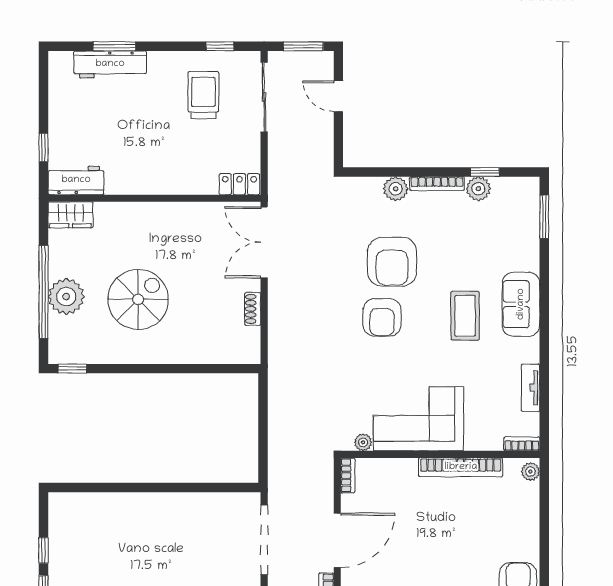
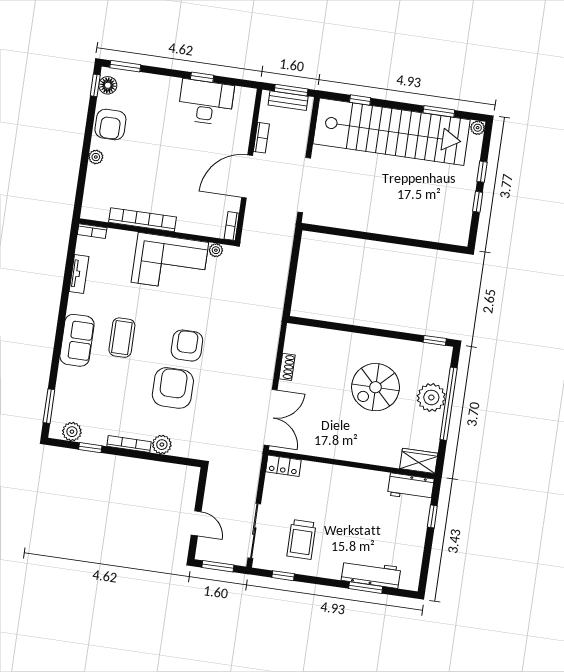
plant: (478, 189) -> (72, 432), moved
plant: (530, 472) -> (96, 157), moved

